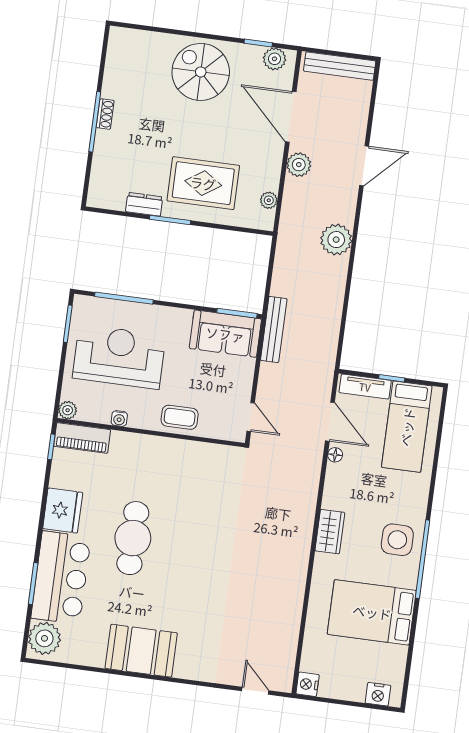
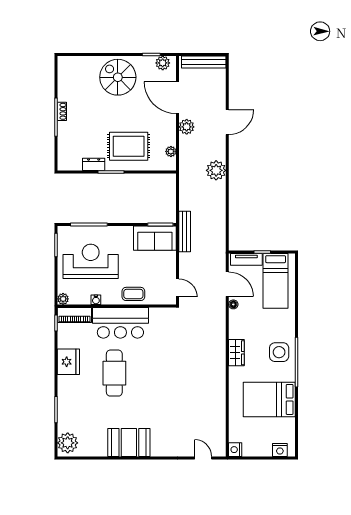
bar counter: (61, 578) -> (120, 323), moved, turned 90

